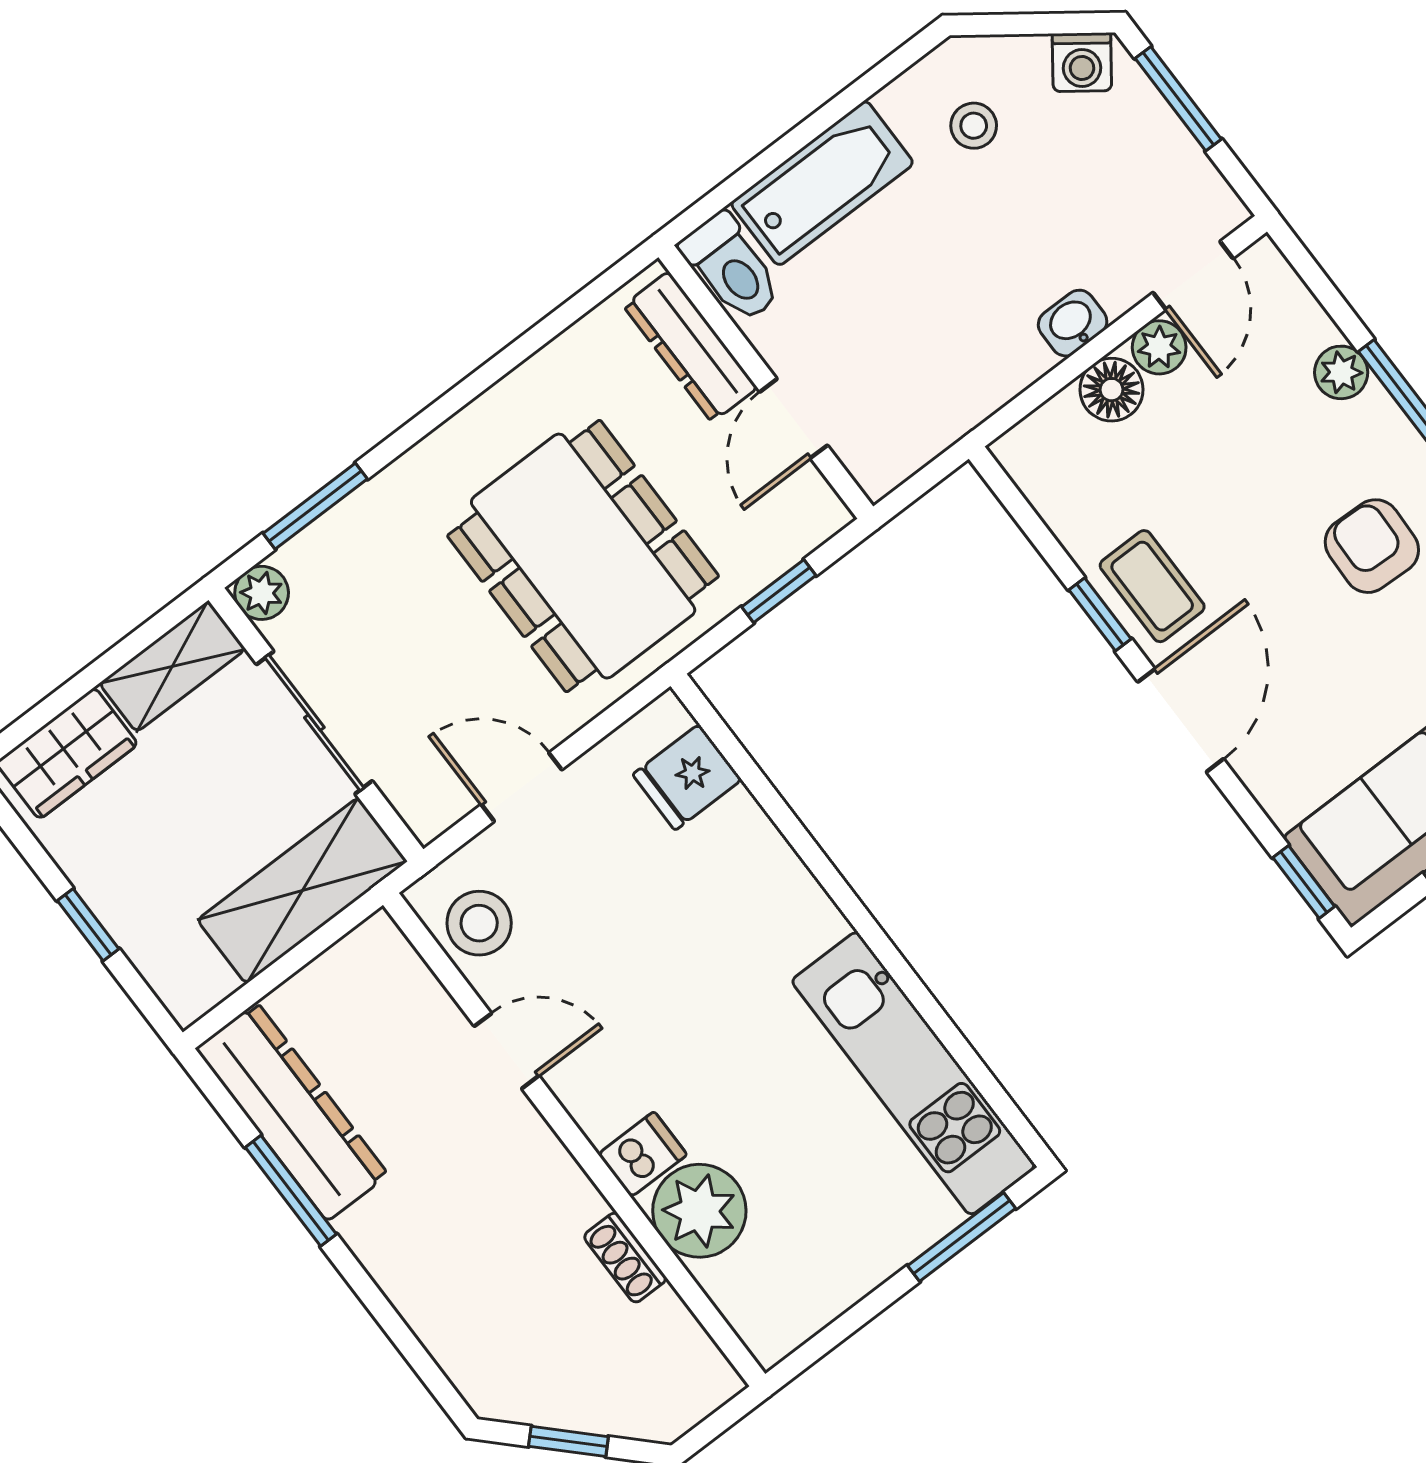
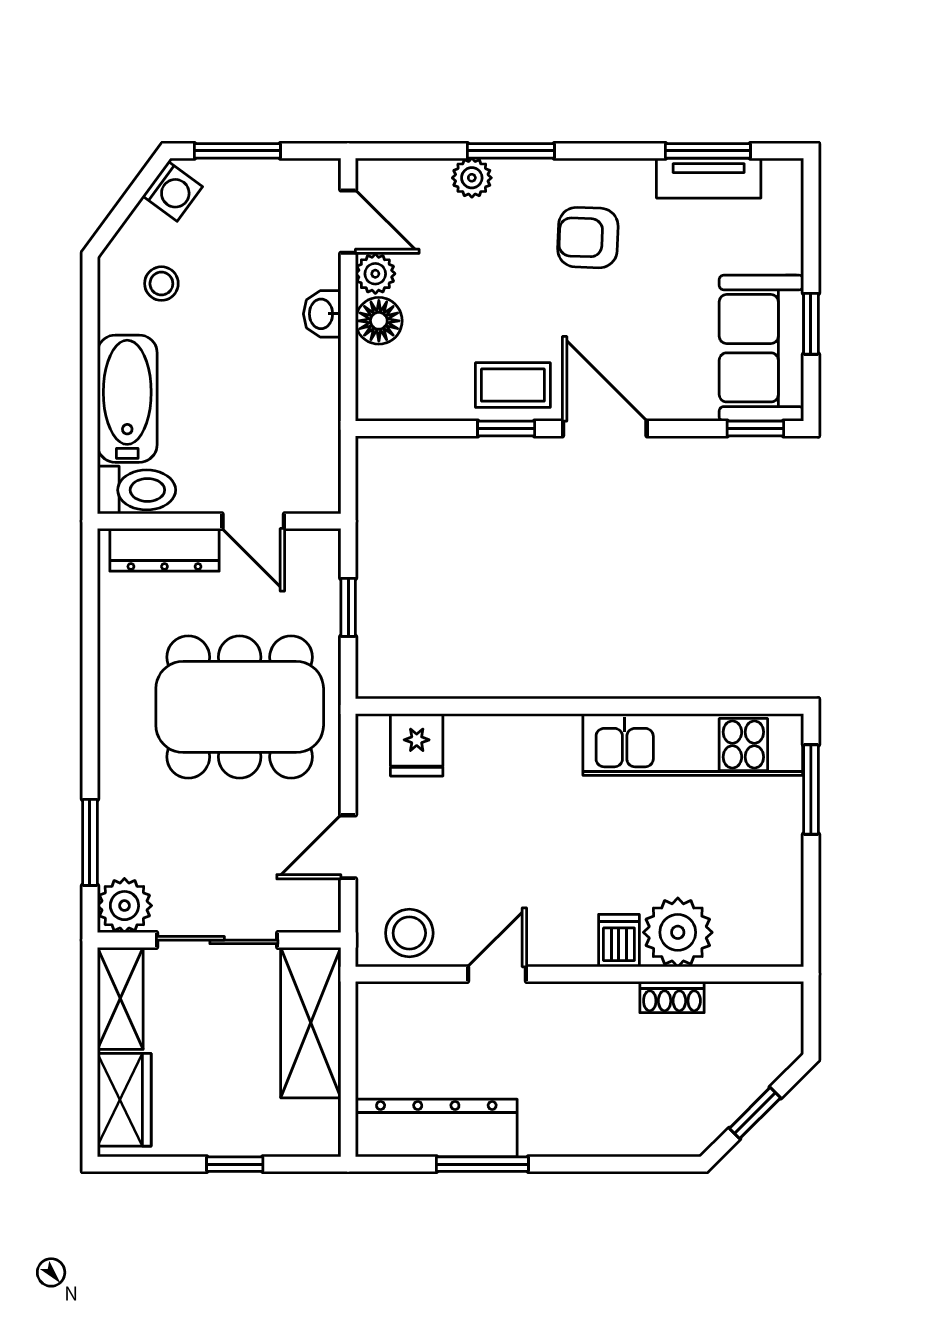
plant: (262, 593) -> (124, 906), width x1.38, depth x1.38

